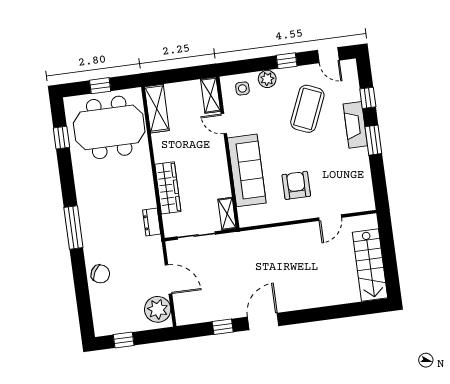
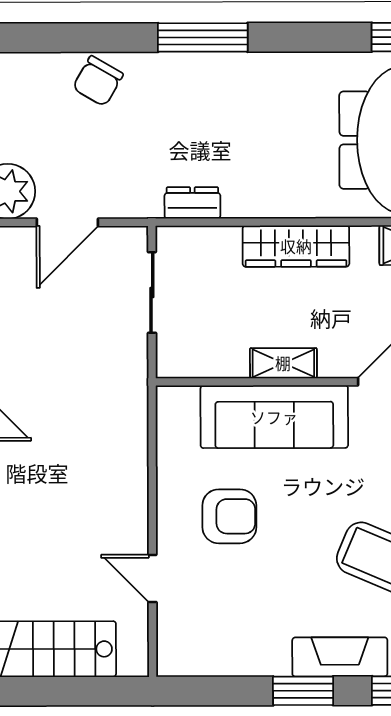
wardrobe: (168, 188) -> (296, 246), moved
shelving: (227, 214) -> (283, 363), moved

